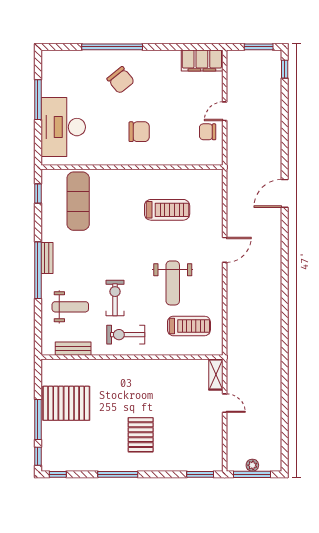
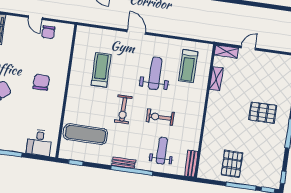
desk: (63, 127) -> (39, 142), width x0.53, depth x0.77
weight bench: (173, 283) -> (155, 73), turned -90
treadmill: (189, 326) -> (188, 66), turned 180
exercise bike: (126, 335) -> (123, 109), moved
bench: (73, 349) -> (191, 164), moved
shelving: (177, 366) -> (216, 79), added
pallet: (66, 403) -> (232, 164), width x0.73, depth x0.71

